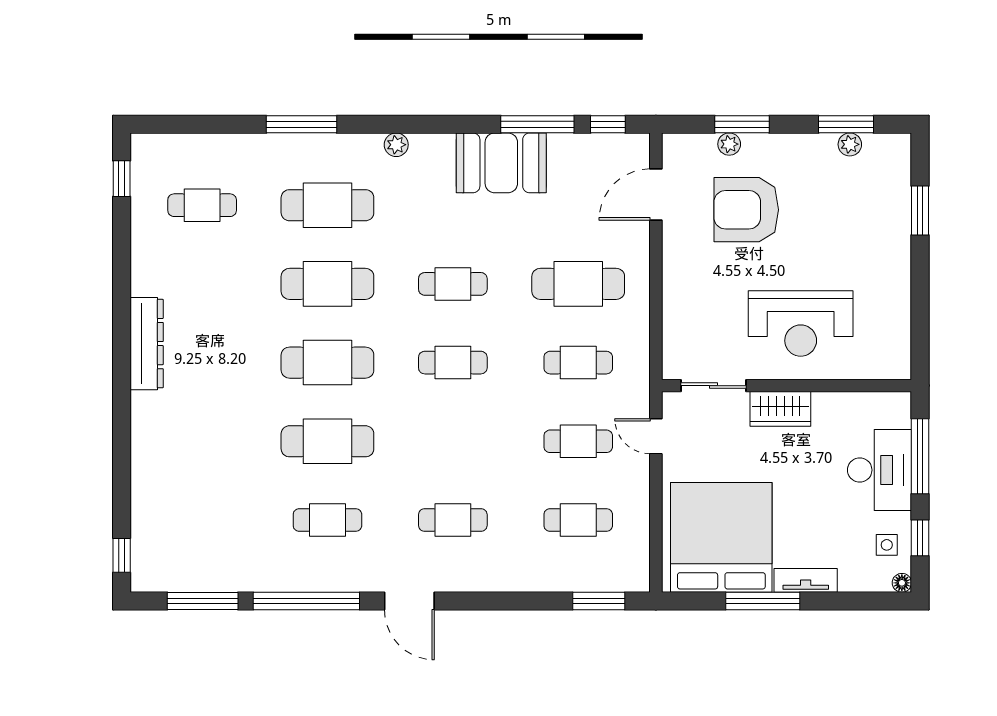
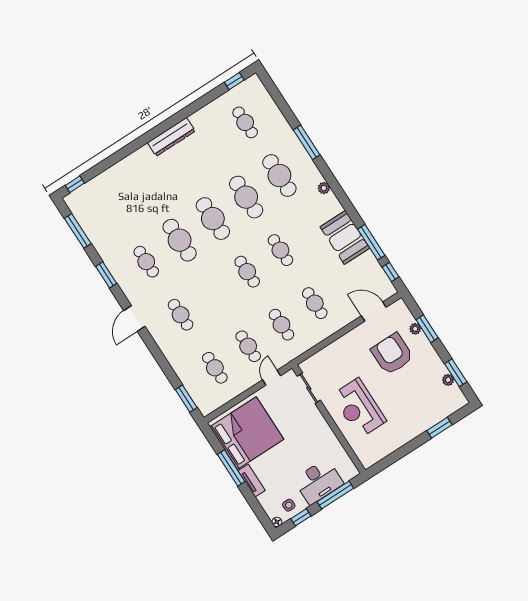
cafe table: (578, 284) -> (315, 303), width x0.73, depth x0.74
wardrobe: (780, 409) -> (317, 423), removed
window: (306, 601) -> (106, 275), width x0.47

